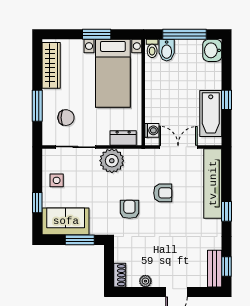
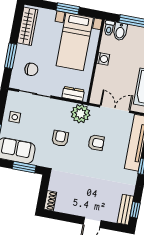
washing machine: (152, 130) -> (103, 59), moved
plant: (112, 161) -> (81, 114), moved
armchair: (129, 209) -> (60, 138), moved
plant: (145, 281) -> (69, 209), removed

